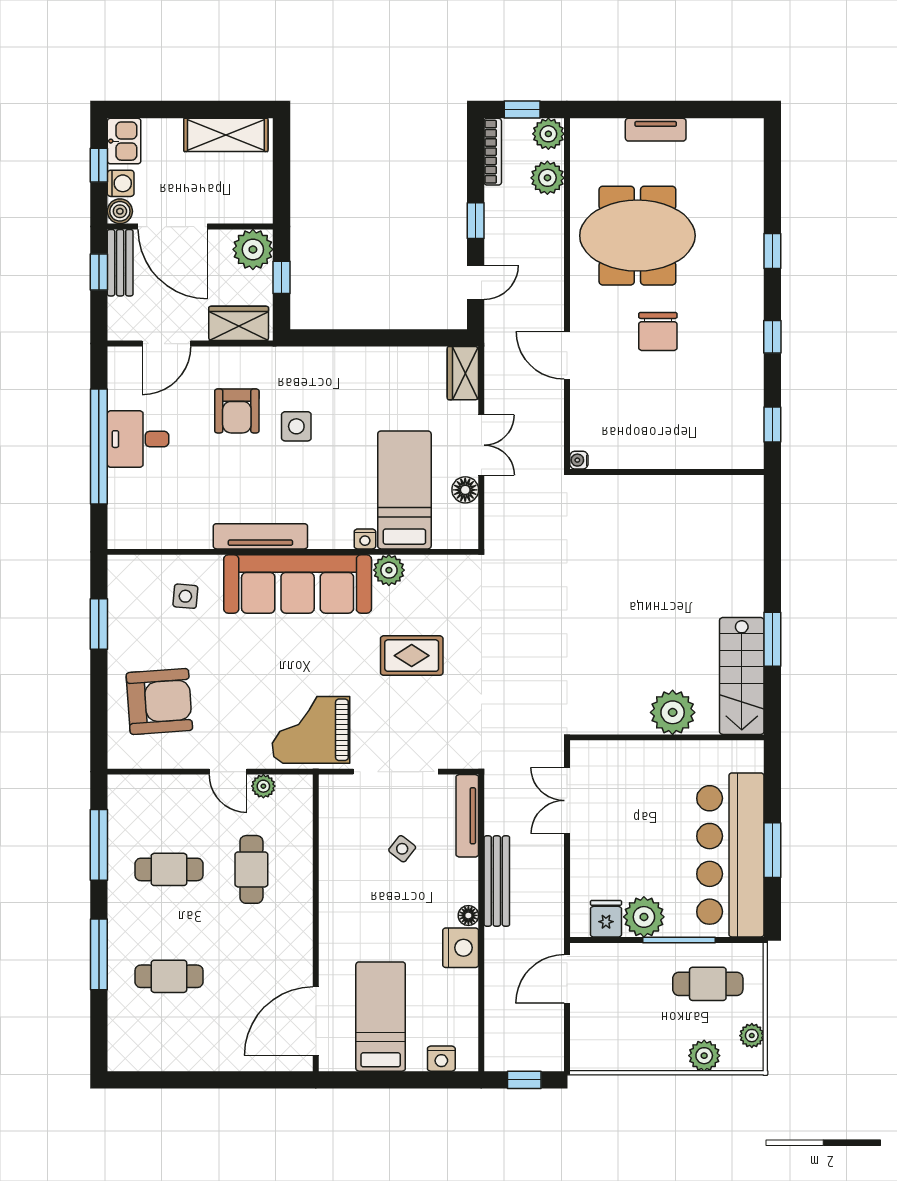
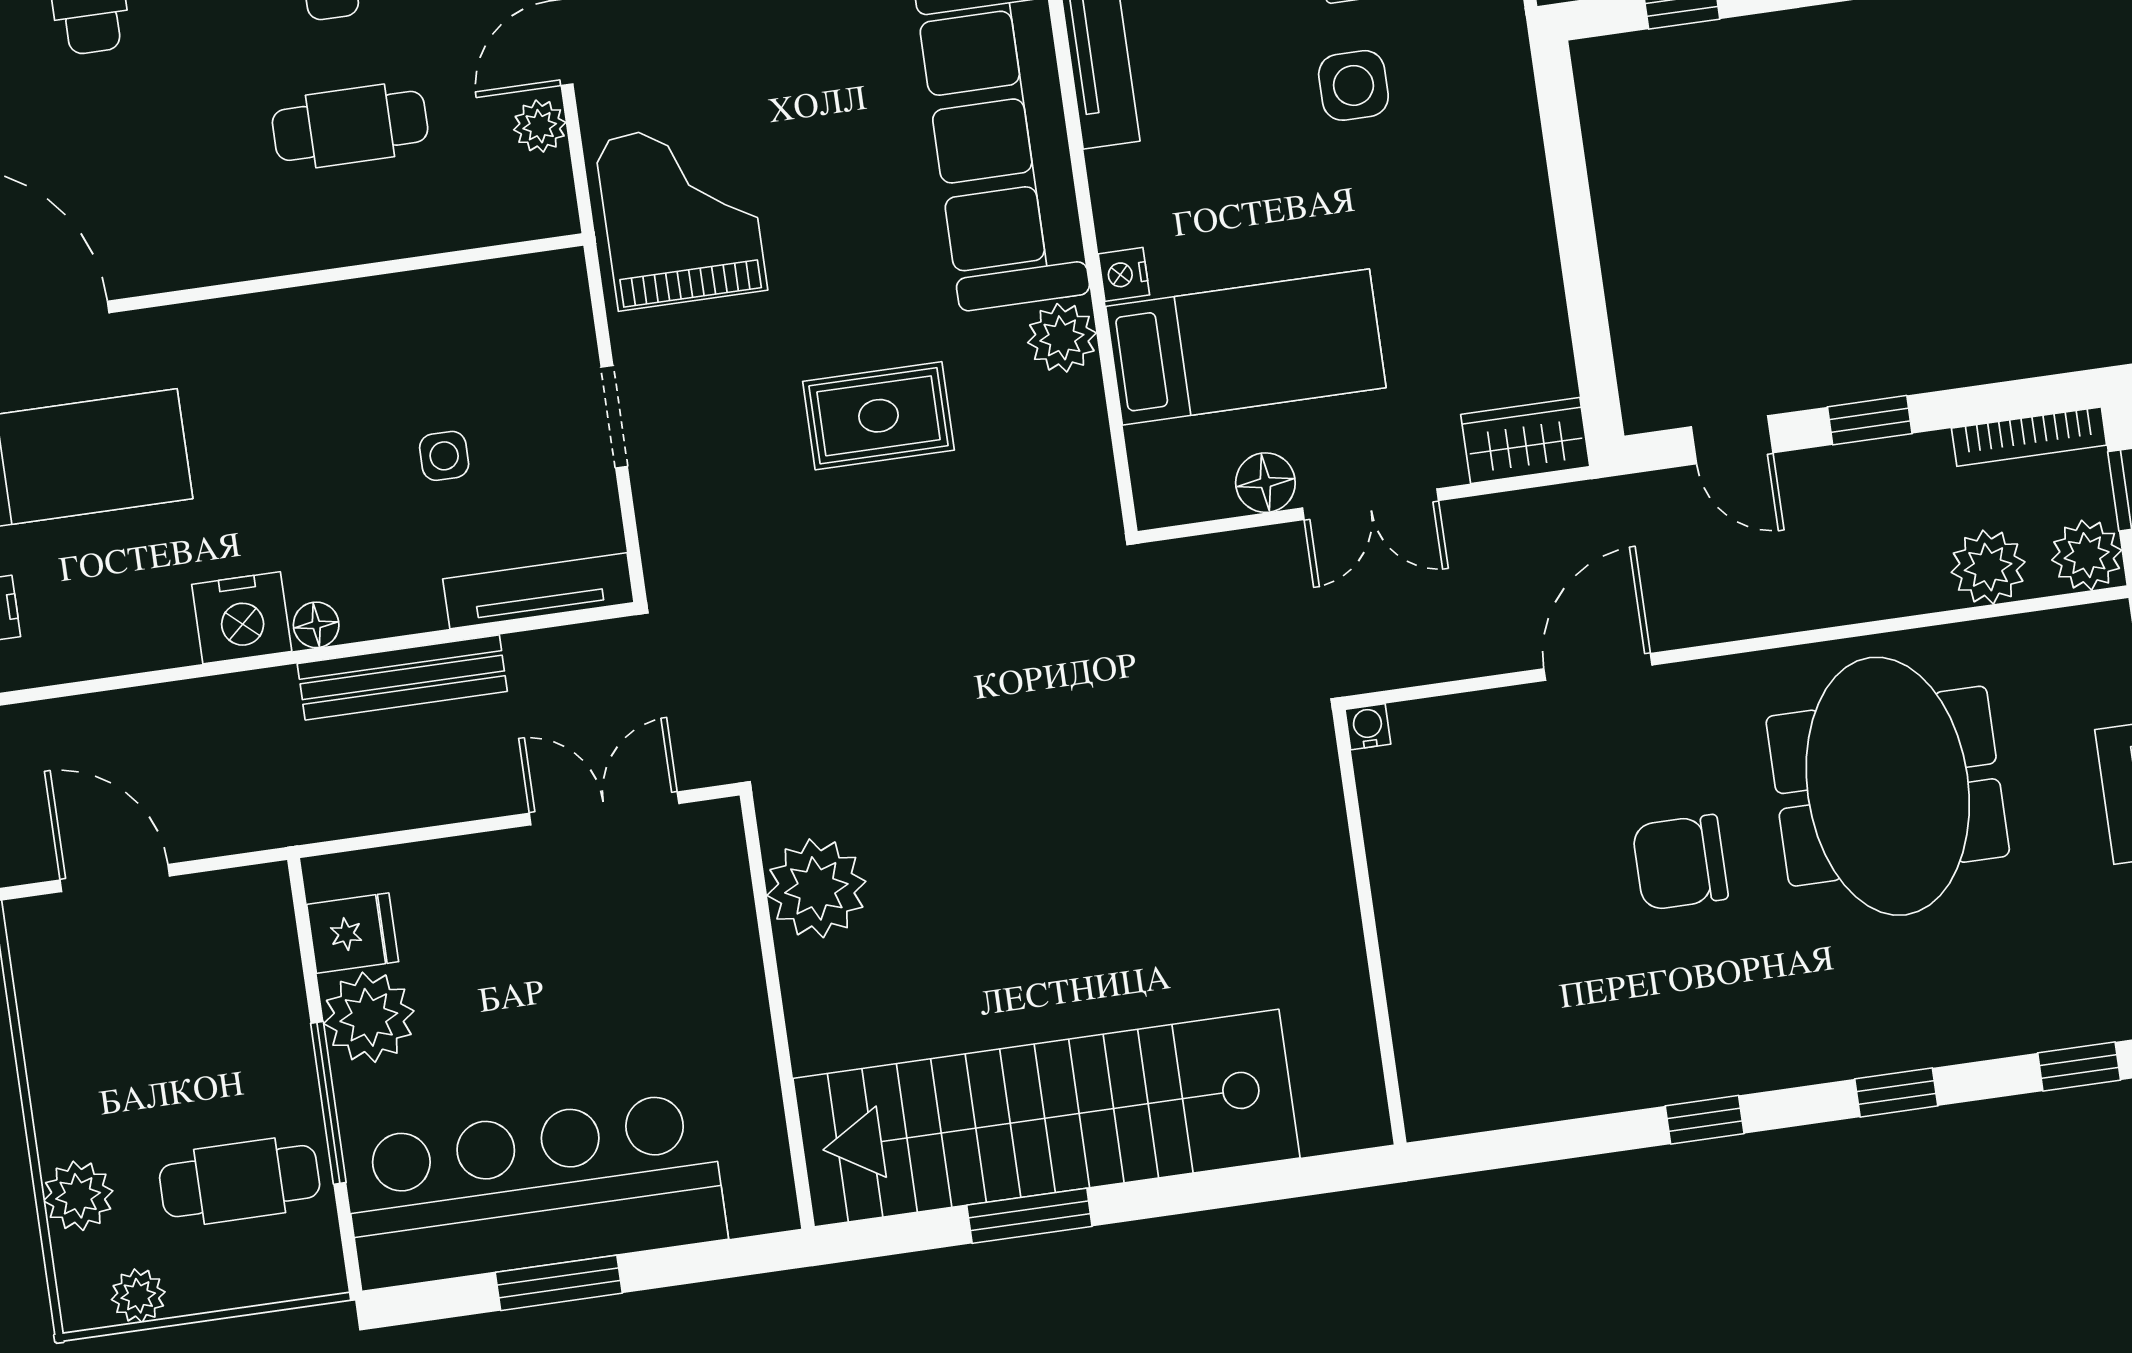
window: (772, 425) -> (2079, 1066), moved
rug: (412, 656) -> (878, 416), turned 90
stairs: (742, 676) -> (1046, 1118), width x1.86, depth x1.51
plant: (673, 712) -> (816, 888), moved
doorway: (396, 772) -> (614, 417), width x0.53
side table: (402, 849) -> (444, 456), turned -38
door: (567, 979) -> (115, 878), moved
cafe table: (708, 984) -> (240, 1181), turned 90

